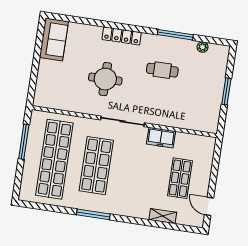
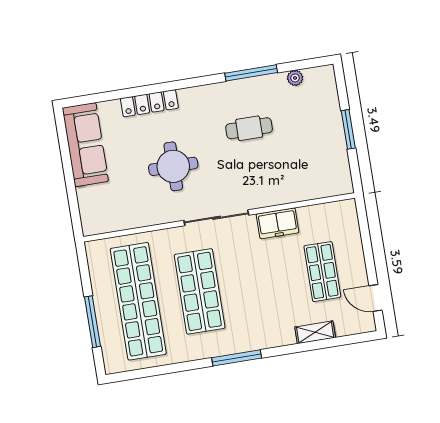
locker: (122, 36) -> (149, 103), moved
sofa: (54, 39) -> (85, 145), width x1.36
window: (24, 142) -> (93, 322), moved
window: (93, 214) -> (237, 358), moved

